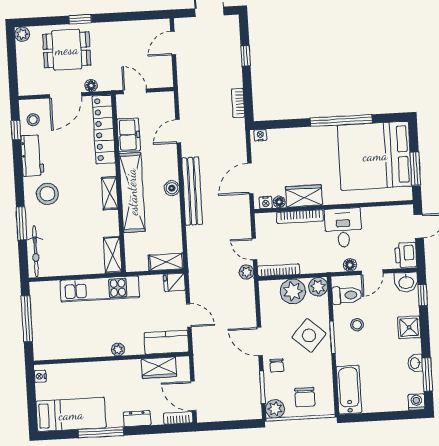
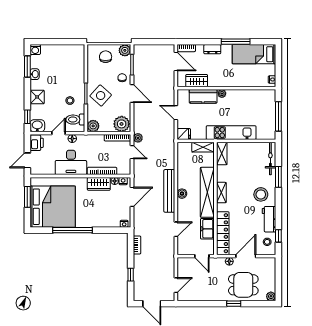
desk: (343, 228) -> (71, 162), width x1.37
shelving: (166, 262) -> (203, 147), moved
plant: (293, 291) -> (122, 124), moved
kitchen counter: (166, 342) -> (203, 96), moved
bathtub: (349, 390) -> (77, 60), removed

